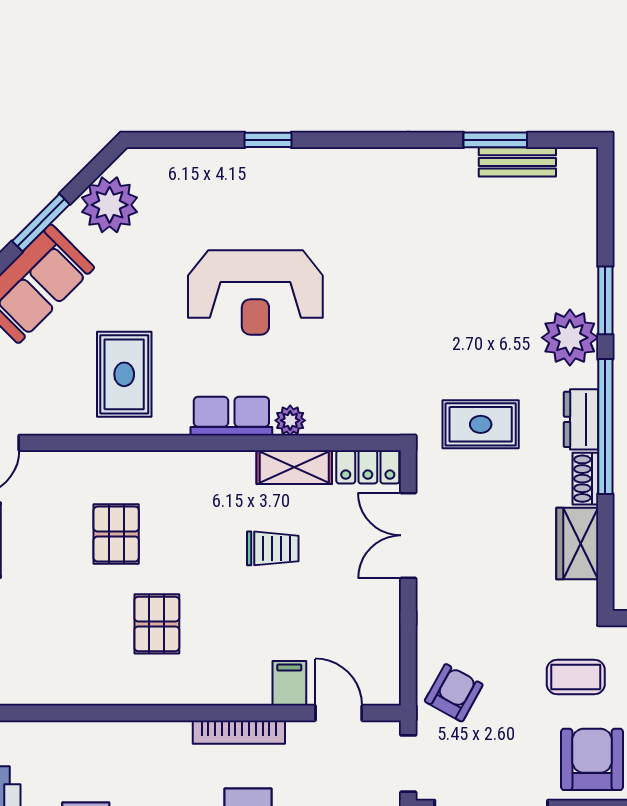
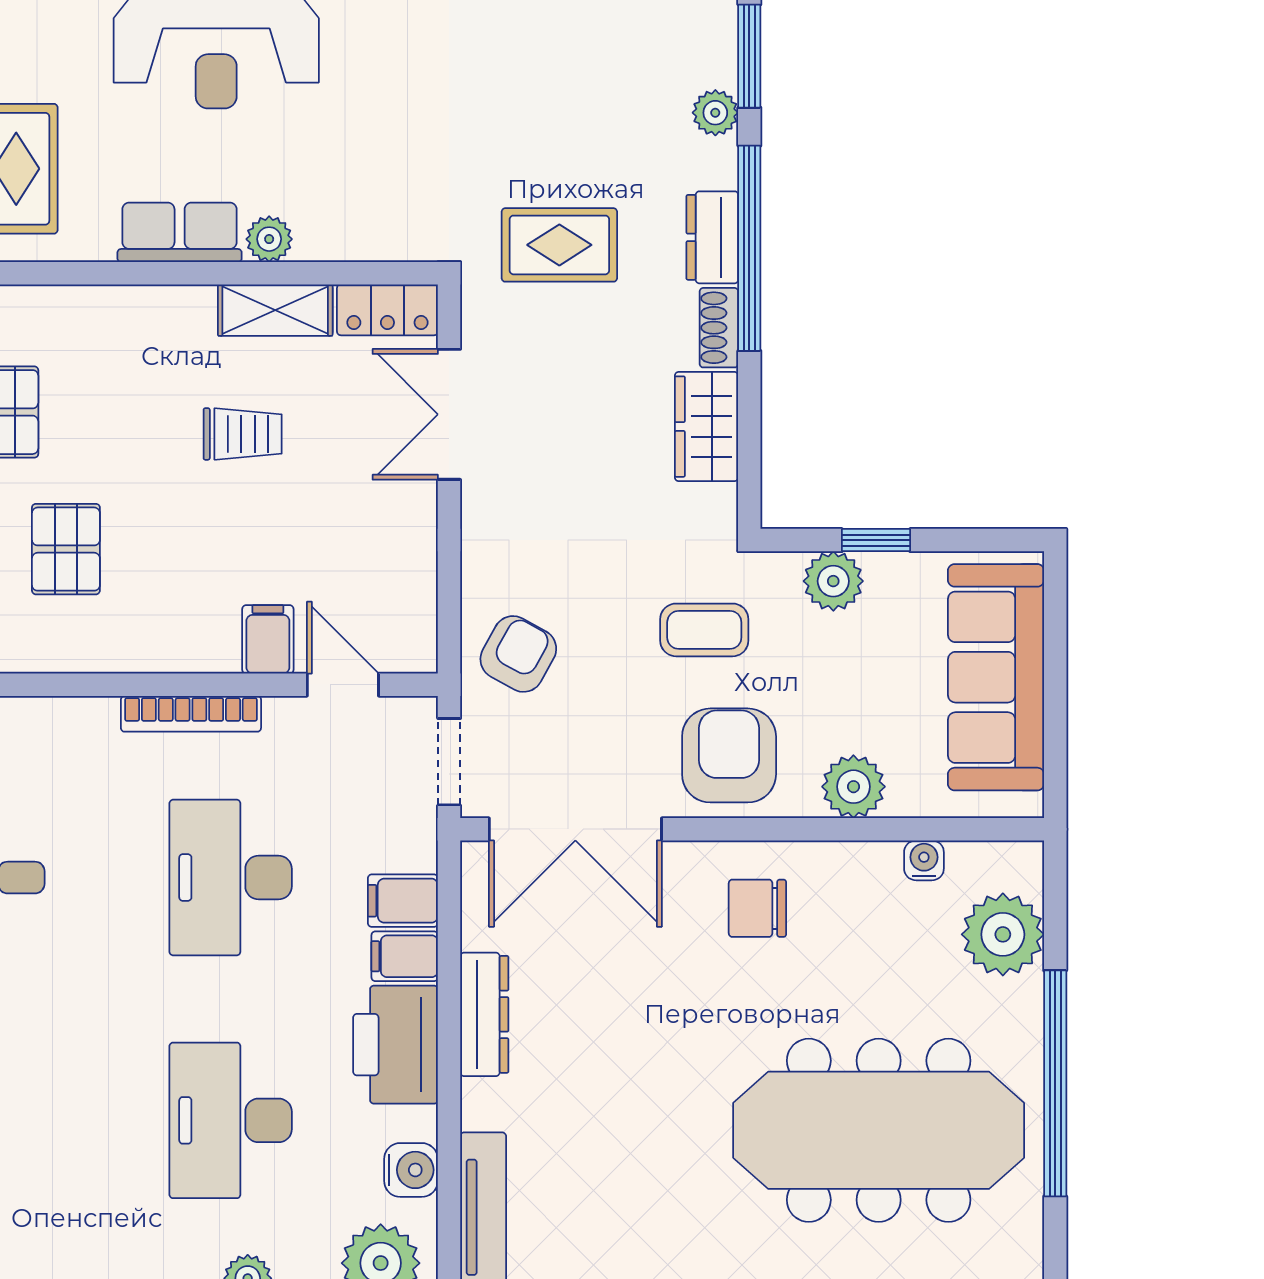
plant: (570, 338) -> (715, 113), width x0.53, depth x0.53

